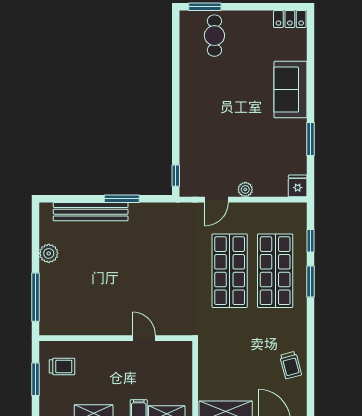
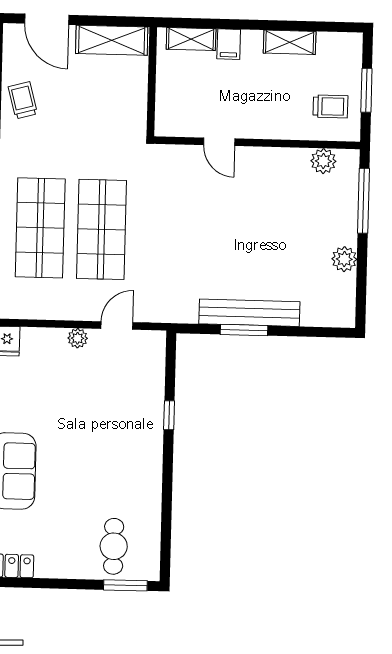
window: (176, 176) -> (169, 415), moved
bench: (91, 212) -> (249, 313), moved
plant: (66, 326) -> (323, 161), added
trolley: (62, 366) -> (330, 106), turned 180

